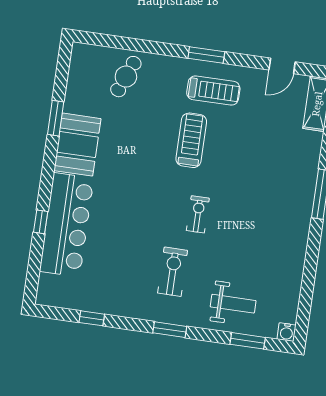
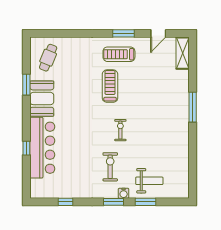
window: (206, 55) -> (124, 33), moved
cafe table: (126, 77) -> (48, 58), moved
treadmill: (213, 91) -> (119, 54), turned 180
water cooler: (287, 332) -> (124, 193), moved
window: (248, 341) -> (145, 202), moved

